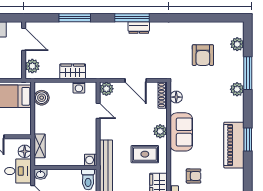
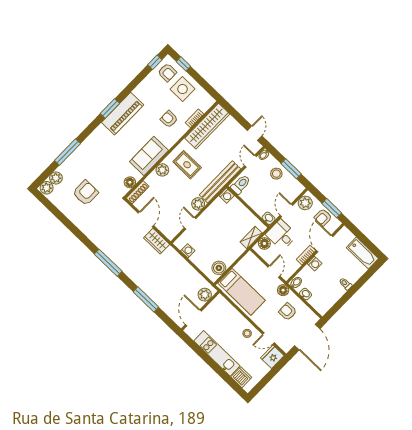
dresser: (139, 27) -> (110, 252), removed
wardrobe: (73, 71) -> (157, 241), moved
plant: (106, 89) -> (198, 204), moved
plant: (237, 89) -> (47, 188), moved

